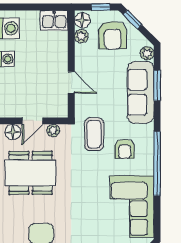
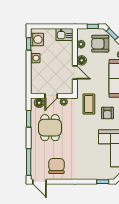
floor lamp: (82, 20) -> (82, 60), moved
armchair: (113, 35) -> (100, 44), turned 90
dining table: (31, 173) -> (50, 128), width x0.73

